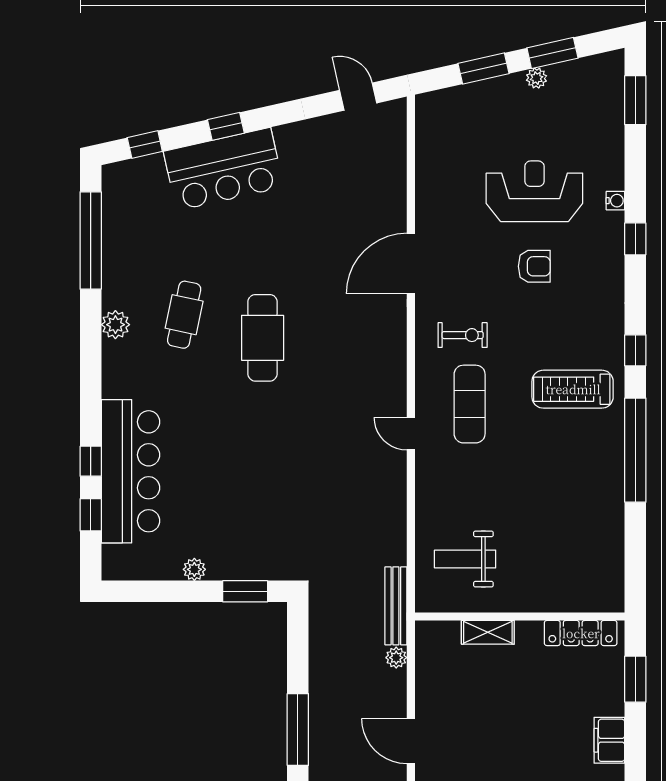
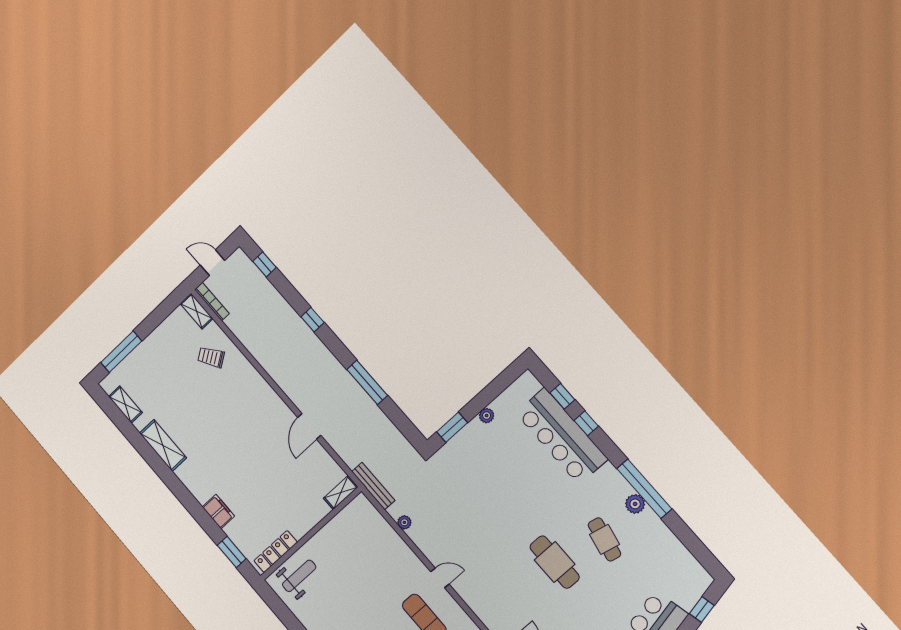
window: (91, 240) -> (644, 489), moved
weight bench: (465, 559) -> (299, 576), moved
shelving: (488, 632) -> (341, 493), moved
plant: (396, 658) -> (404, 522), moved
door: (411, 741) -> (309, 426), swing flipped

